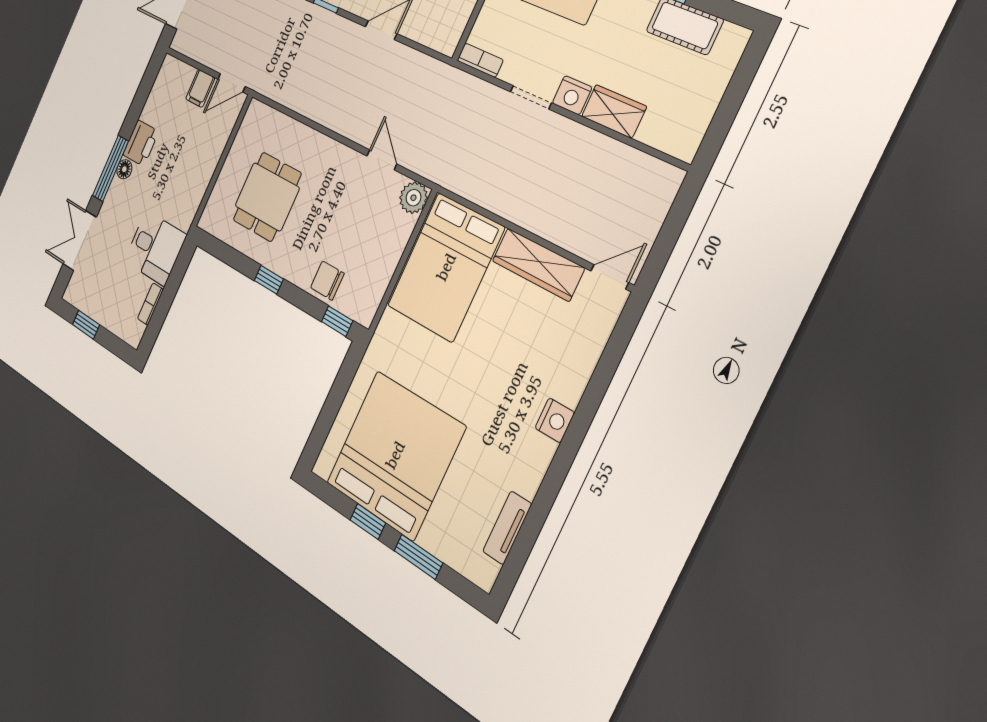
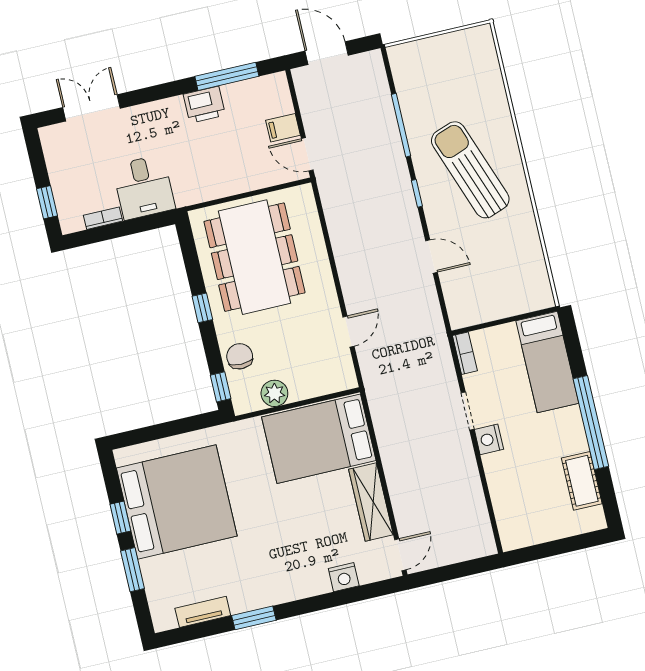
wardrobe: (614, 111) -> (499, 476), removed
window: (110, 168) -> (227, 76), moved
floor lamp: (124, 169) -> (174, 105), removed
dining table: (267, 197) -> (255, 257), width x1.88, depth x1.24
plant: (413, 198) -> (274, 393), moved
door: (610, 277) -> (400, 555), hinge flipped
window: (86, 325) -> (47, 202), moved
nightstand: (555, 420) -> (344, 577), moved
window: (552, 482) -> (254, 618), added

